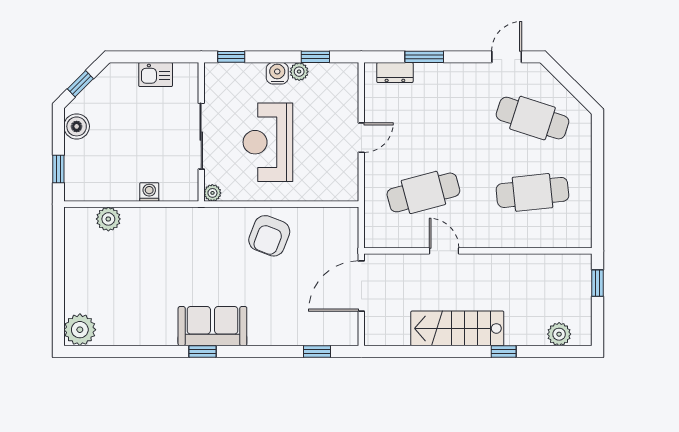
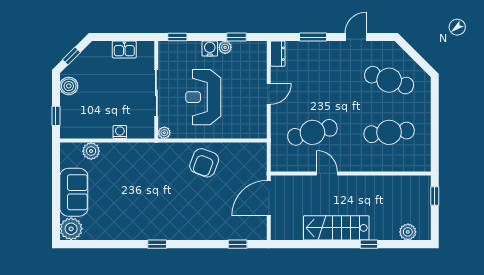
door: (507, 57) -> (356, 37), moved
dresser: (395, 73) -> (278, 54), moved, turned -90
sofa: (212, 326) -> (74, 192), moved, turned 90

